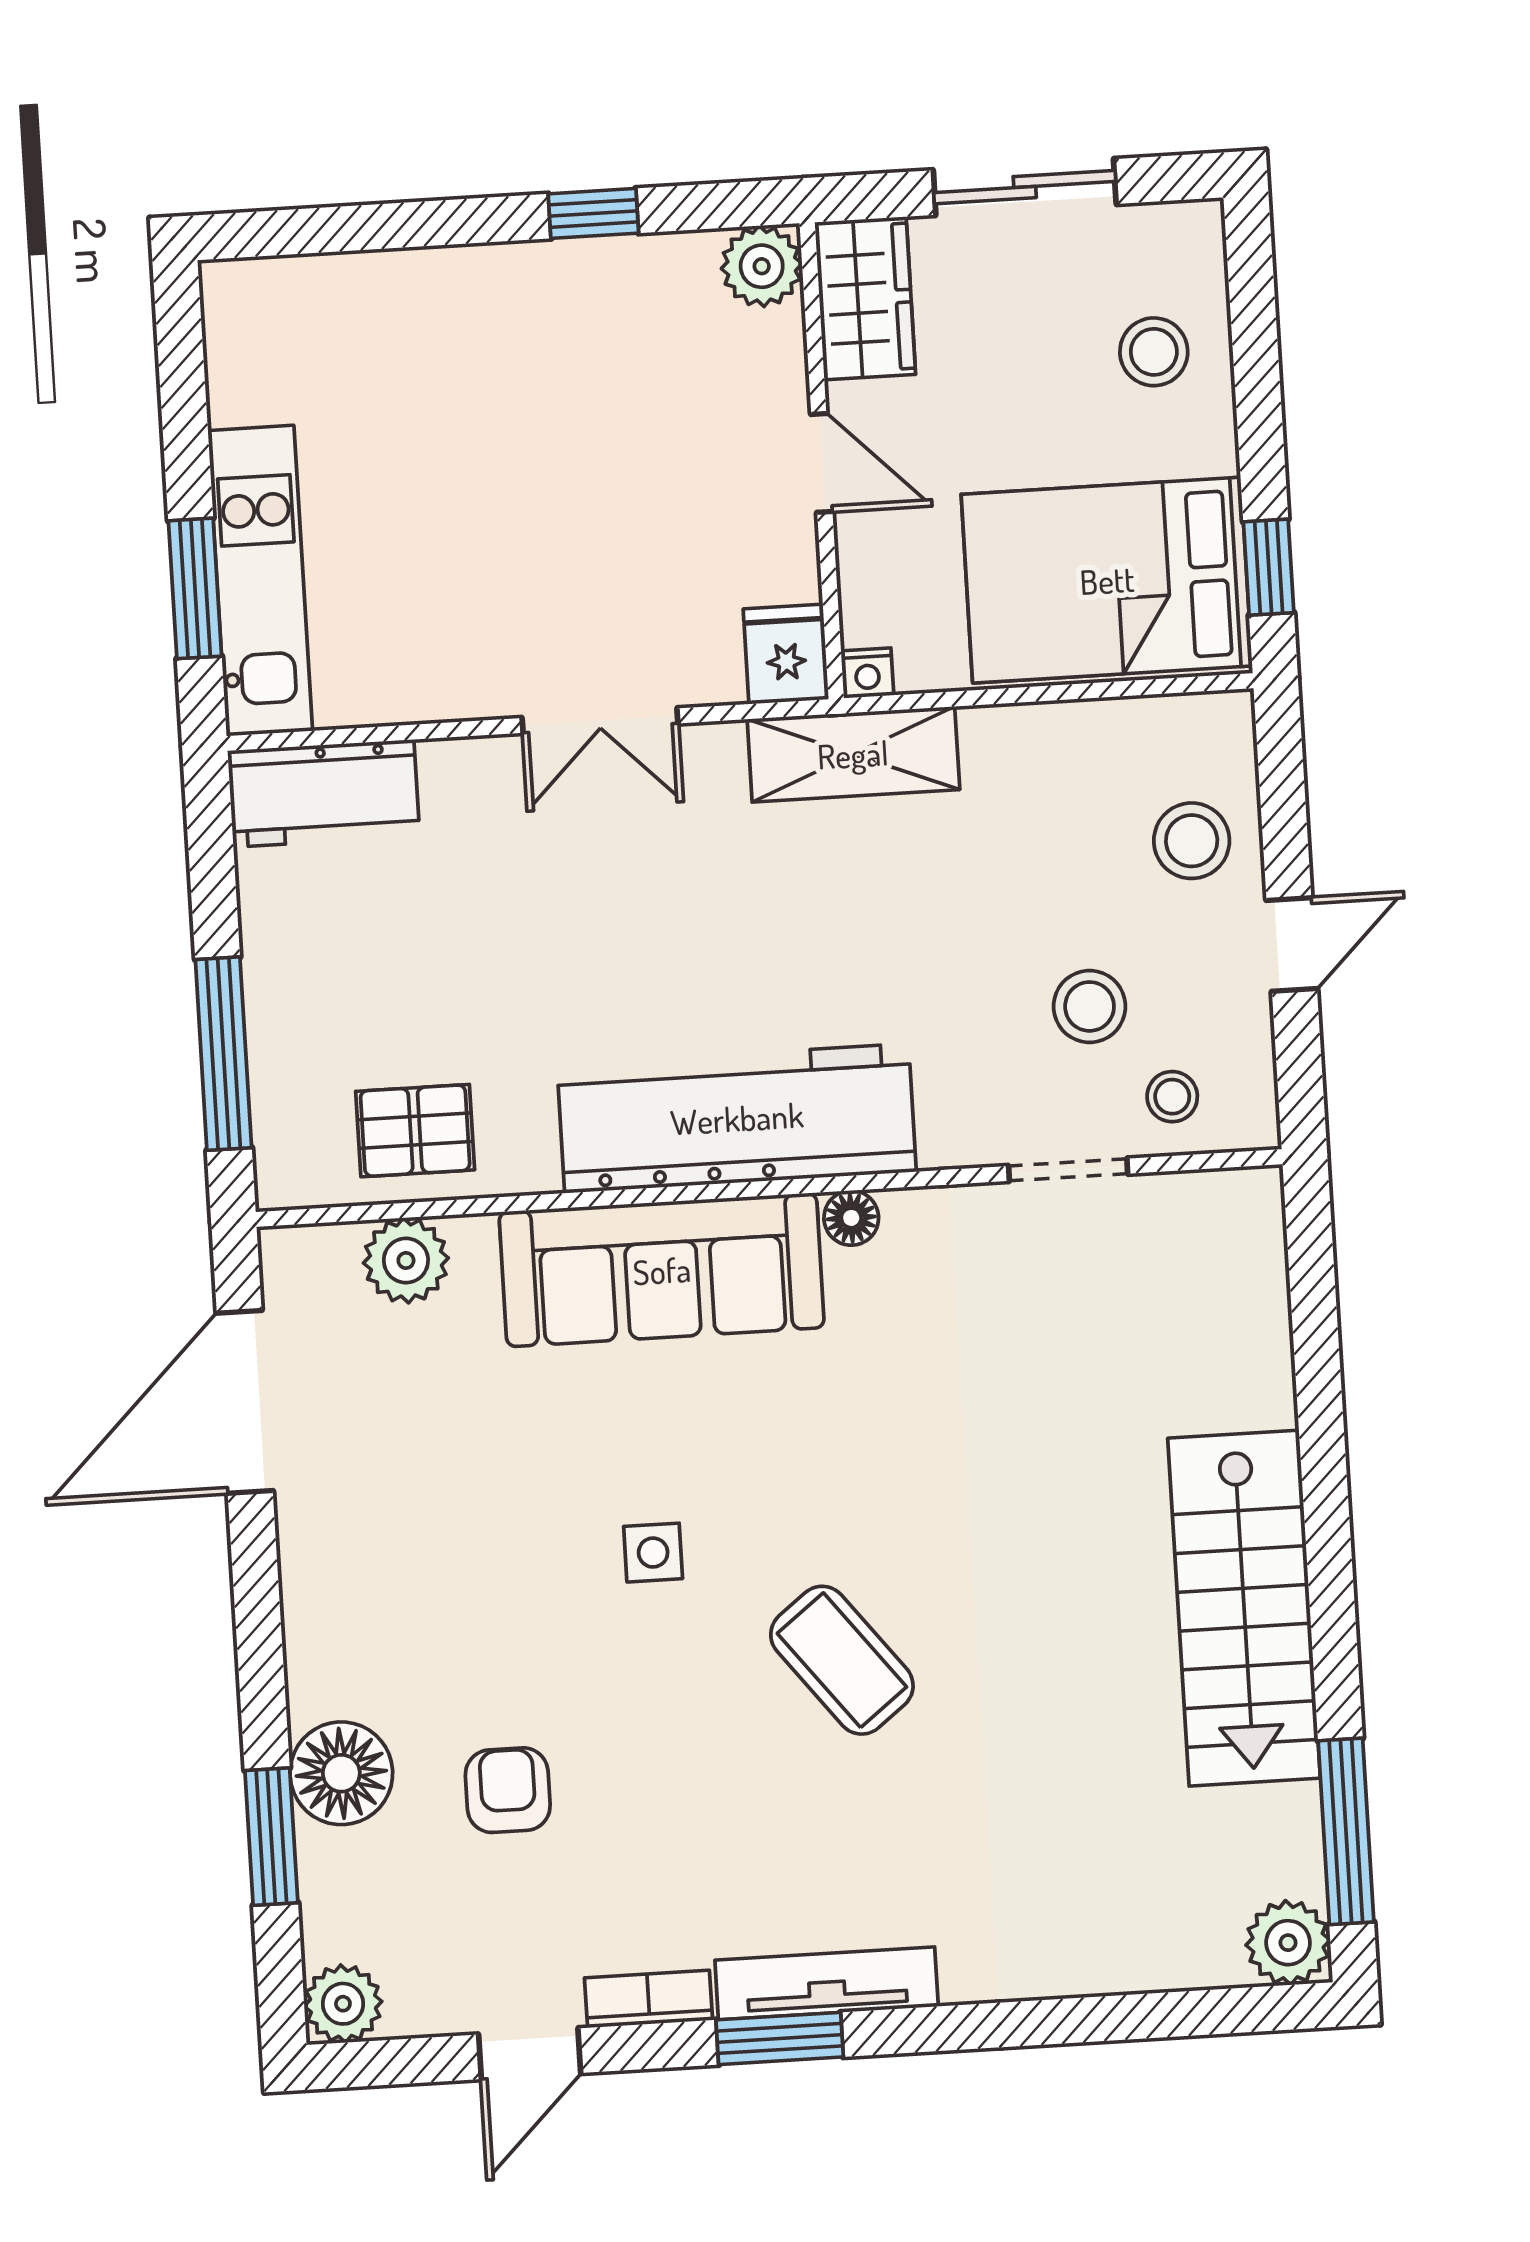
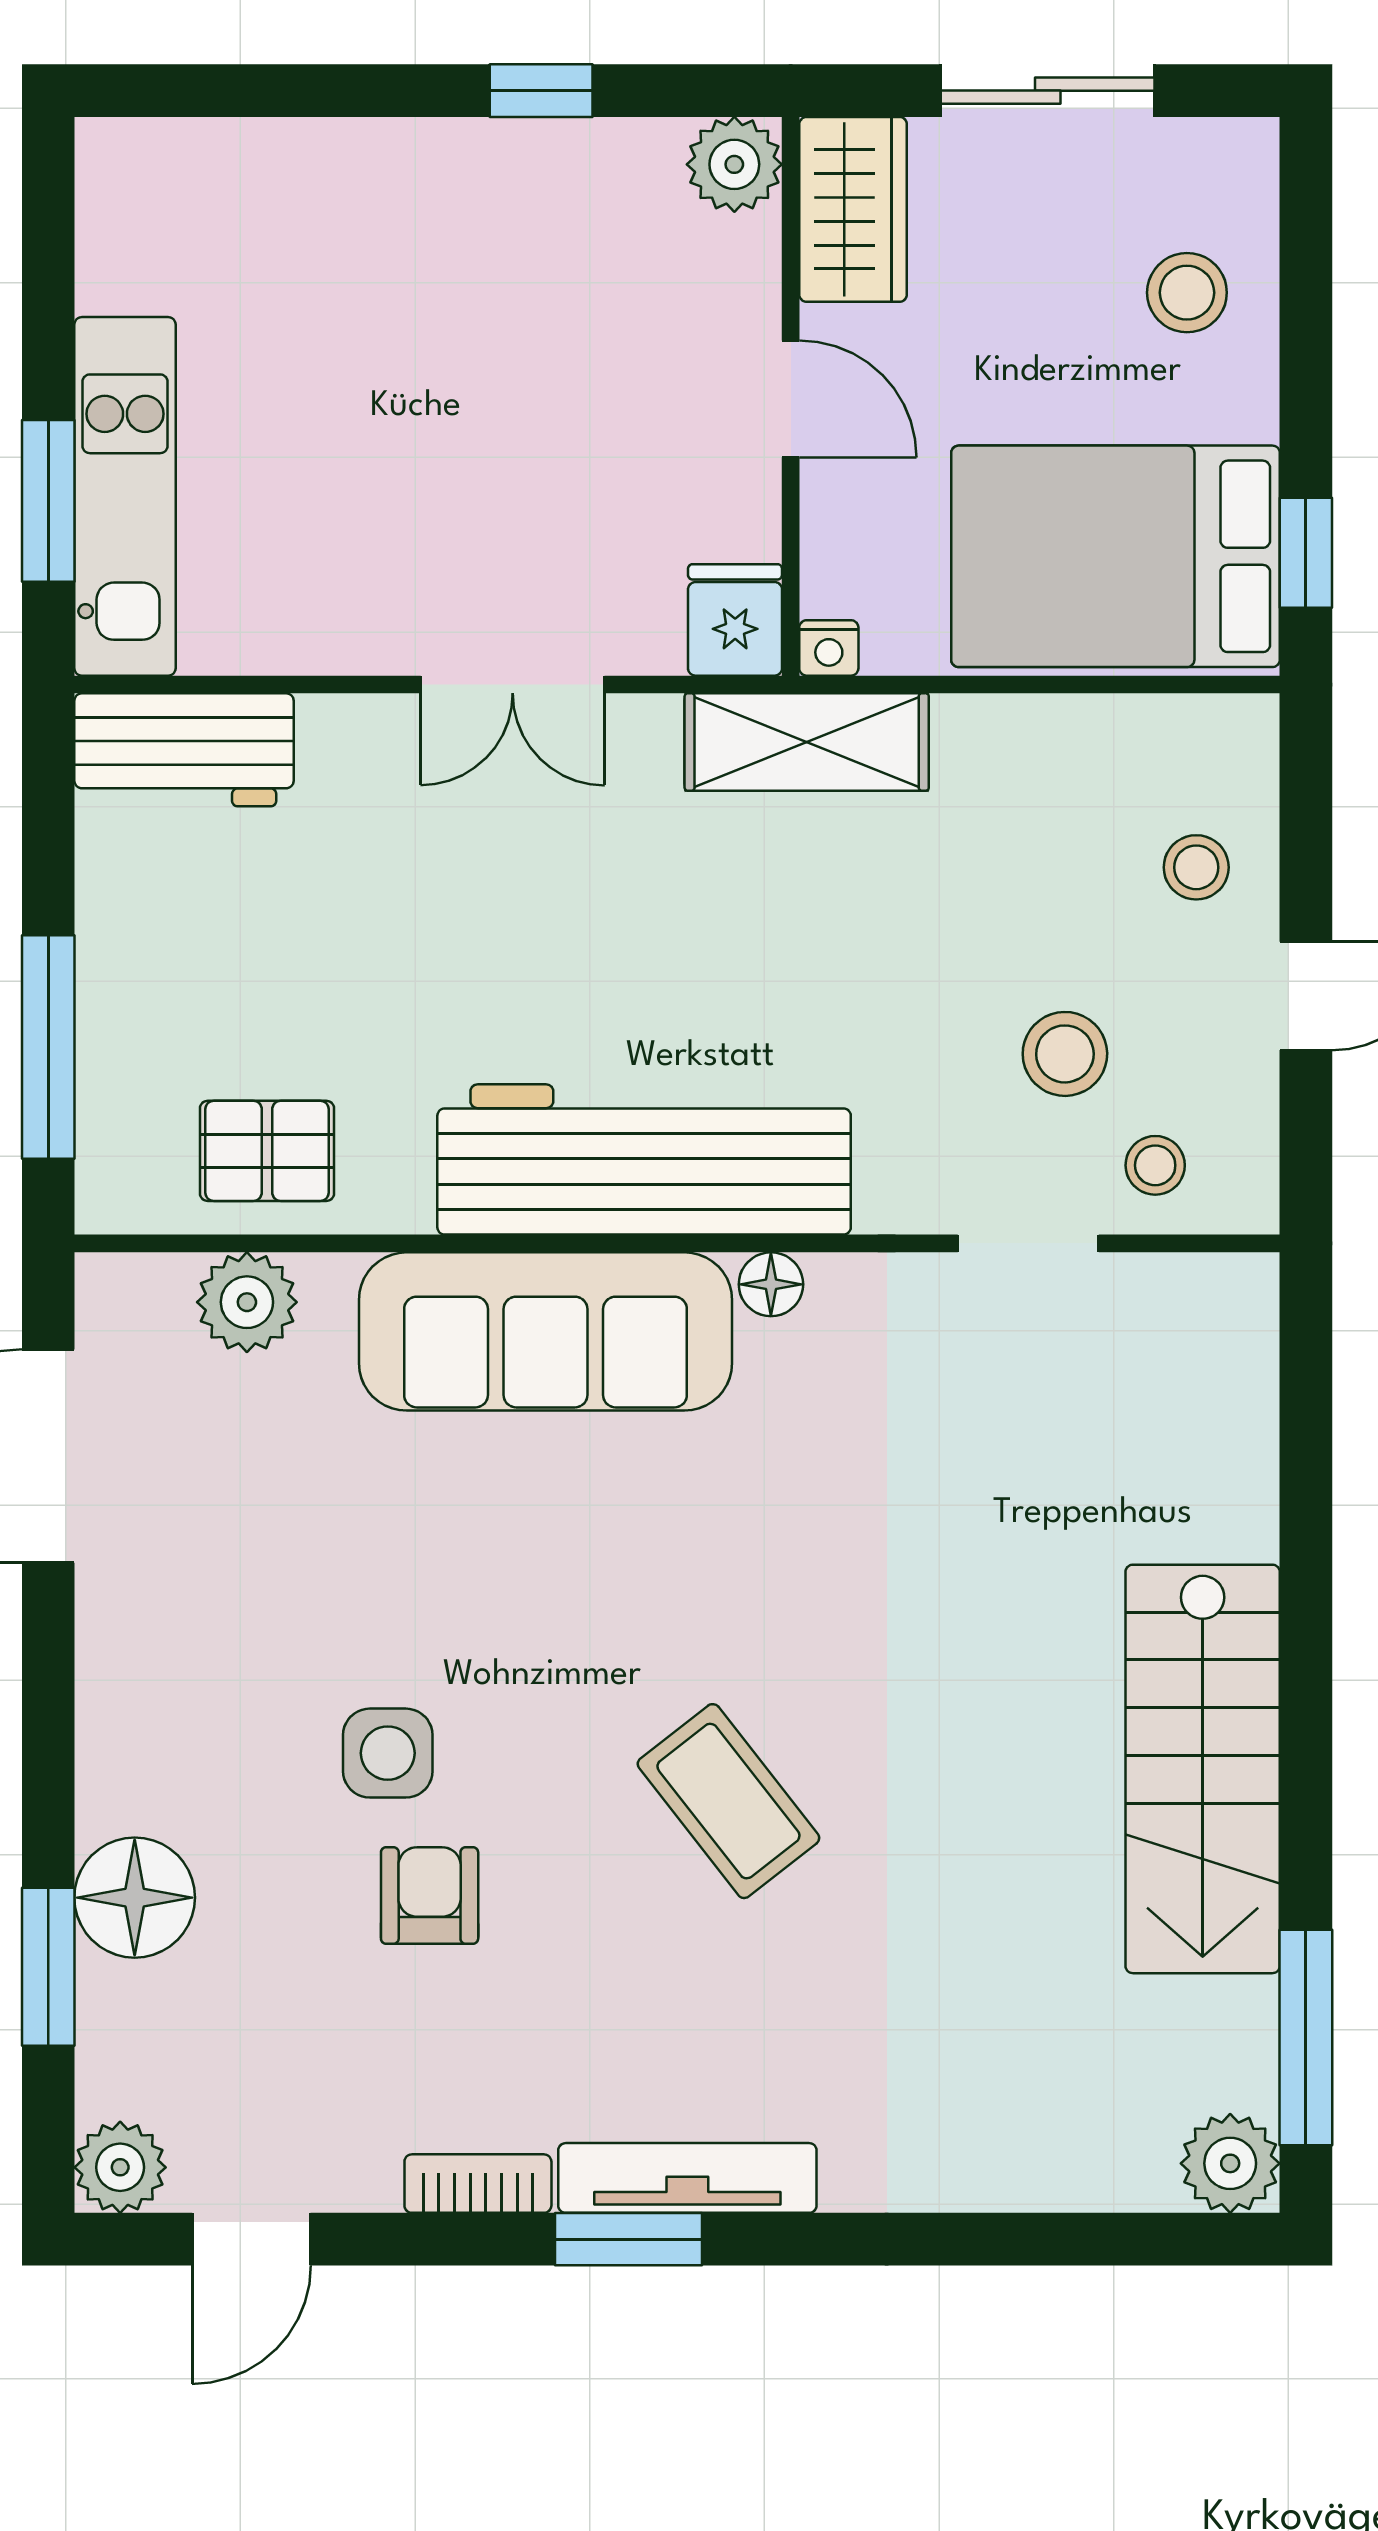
stool: (1192, 841) -> (1196, 867), width x0.73, depth x0.73
side table: (653, 1553) -> (388, 1753), moved, width x1.37, depth x1.37
armchair: (508, 1790) -> (430, 1896), moved
door: (530, 2054) -> (251, 2239), moved

